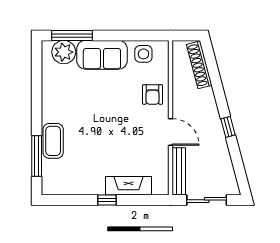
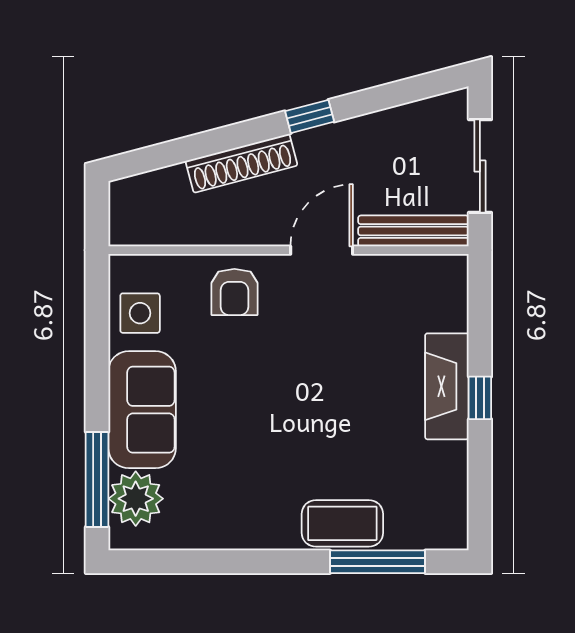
shoe rack: (199, 65) -> (241, 163), moved
armchair: (153, 95) -> (234, 292), turned 90
fireplace: (128, 186) -> (447, 386), moved

